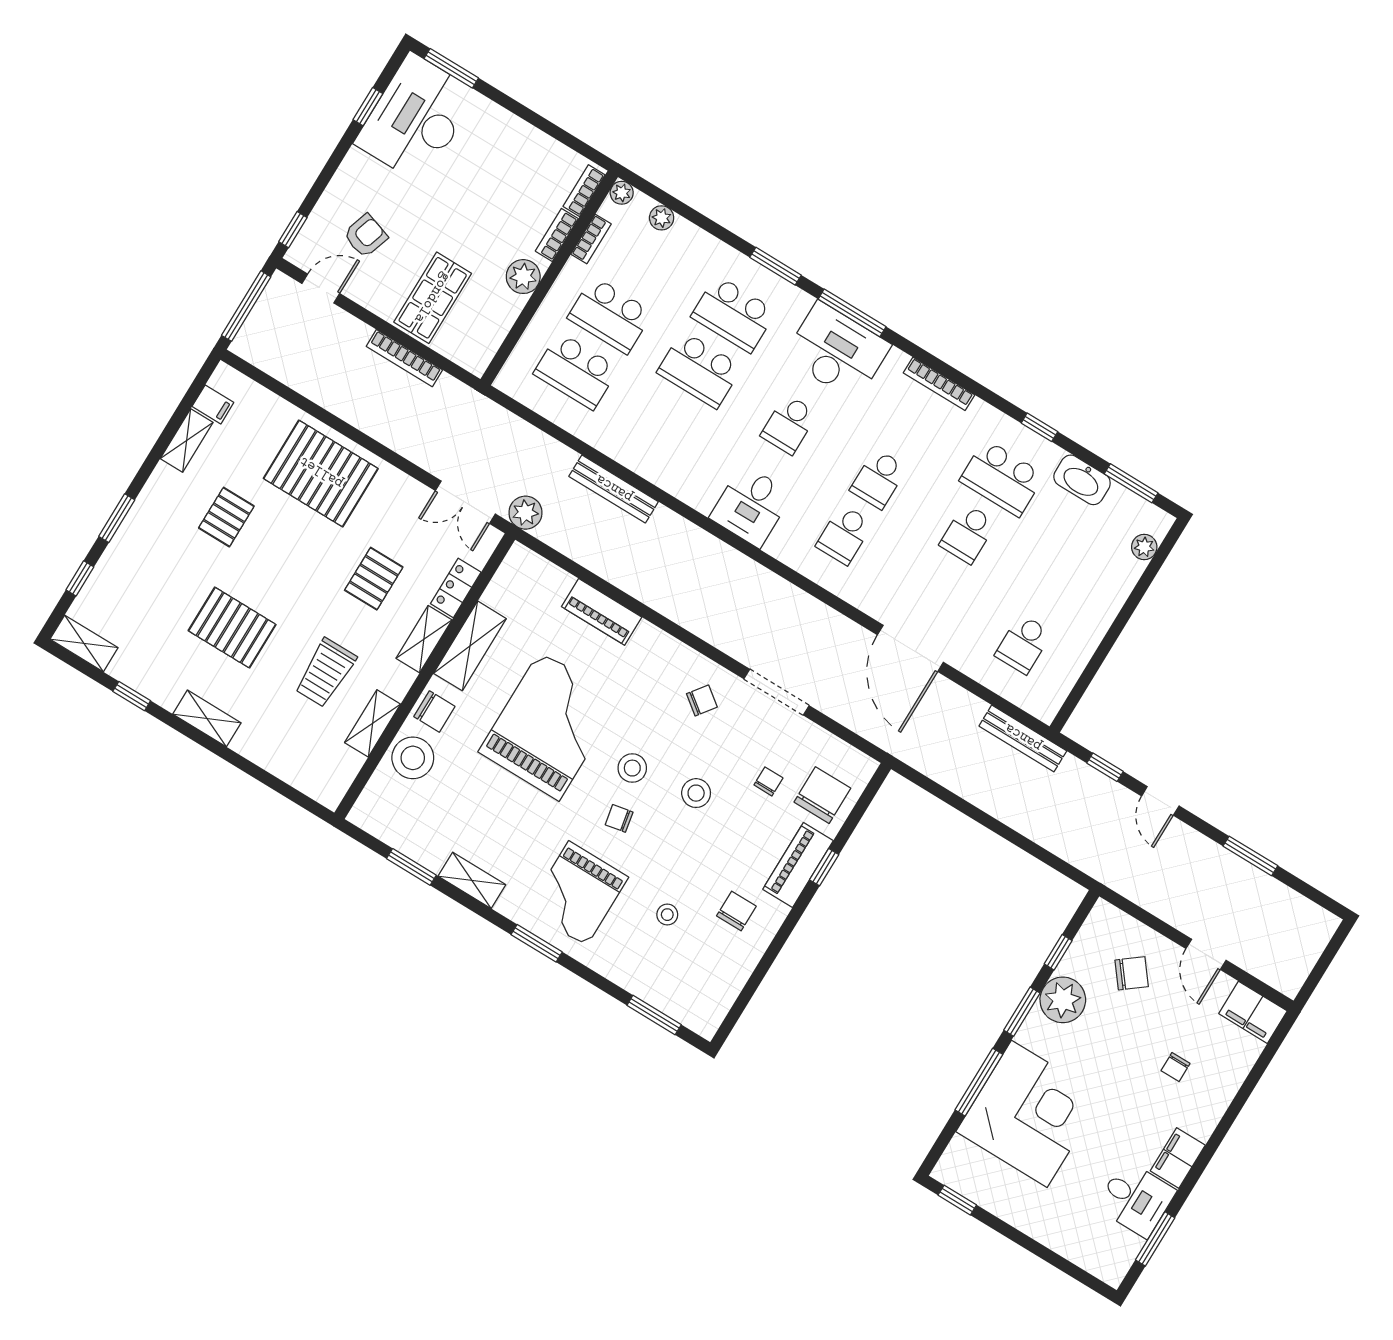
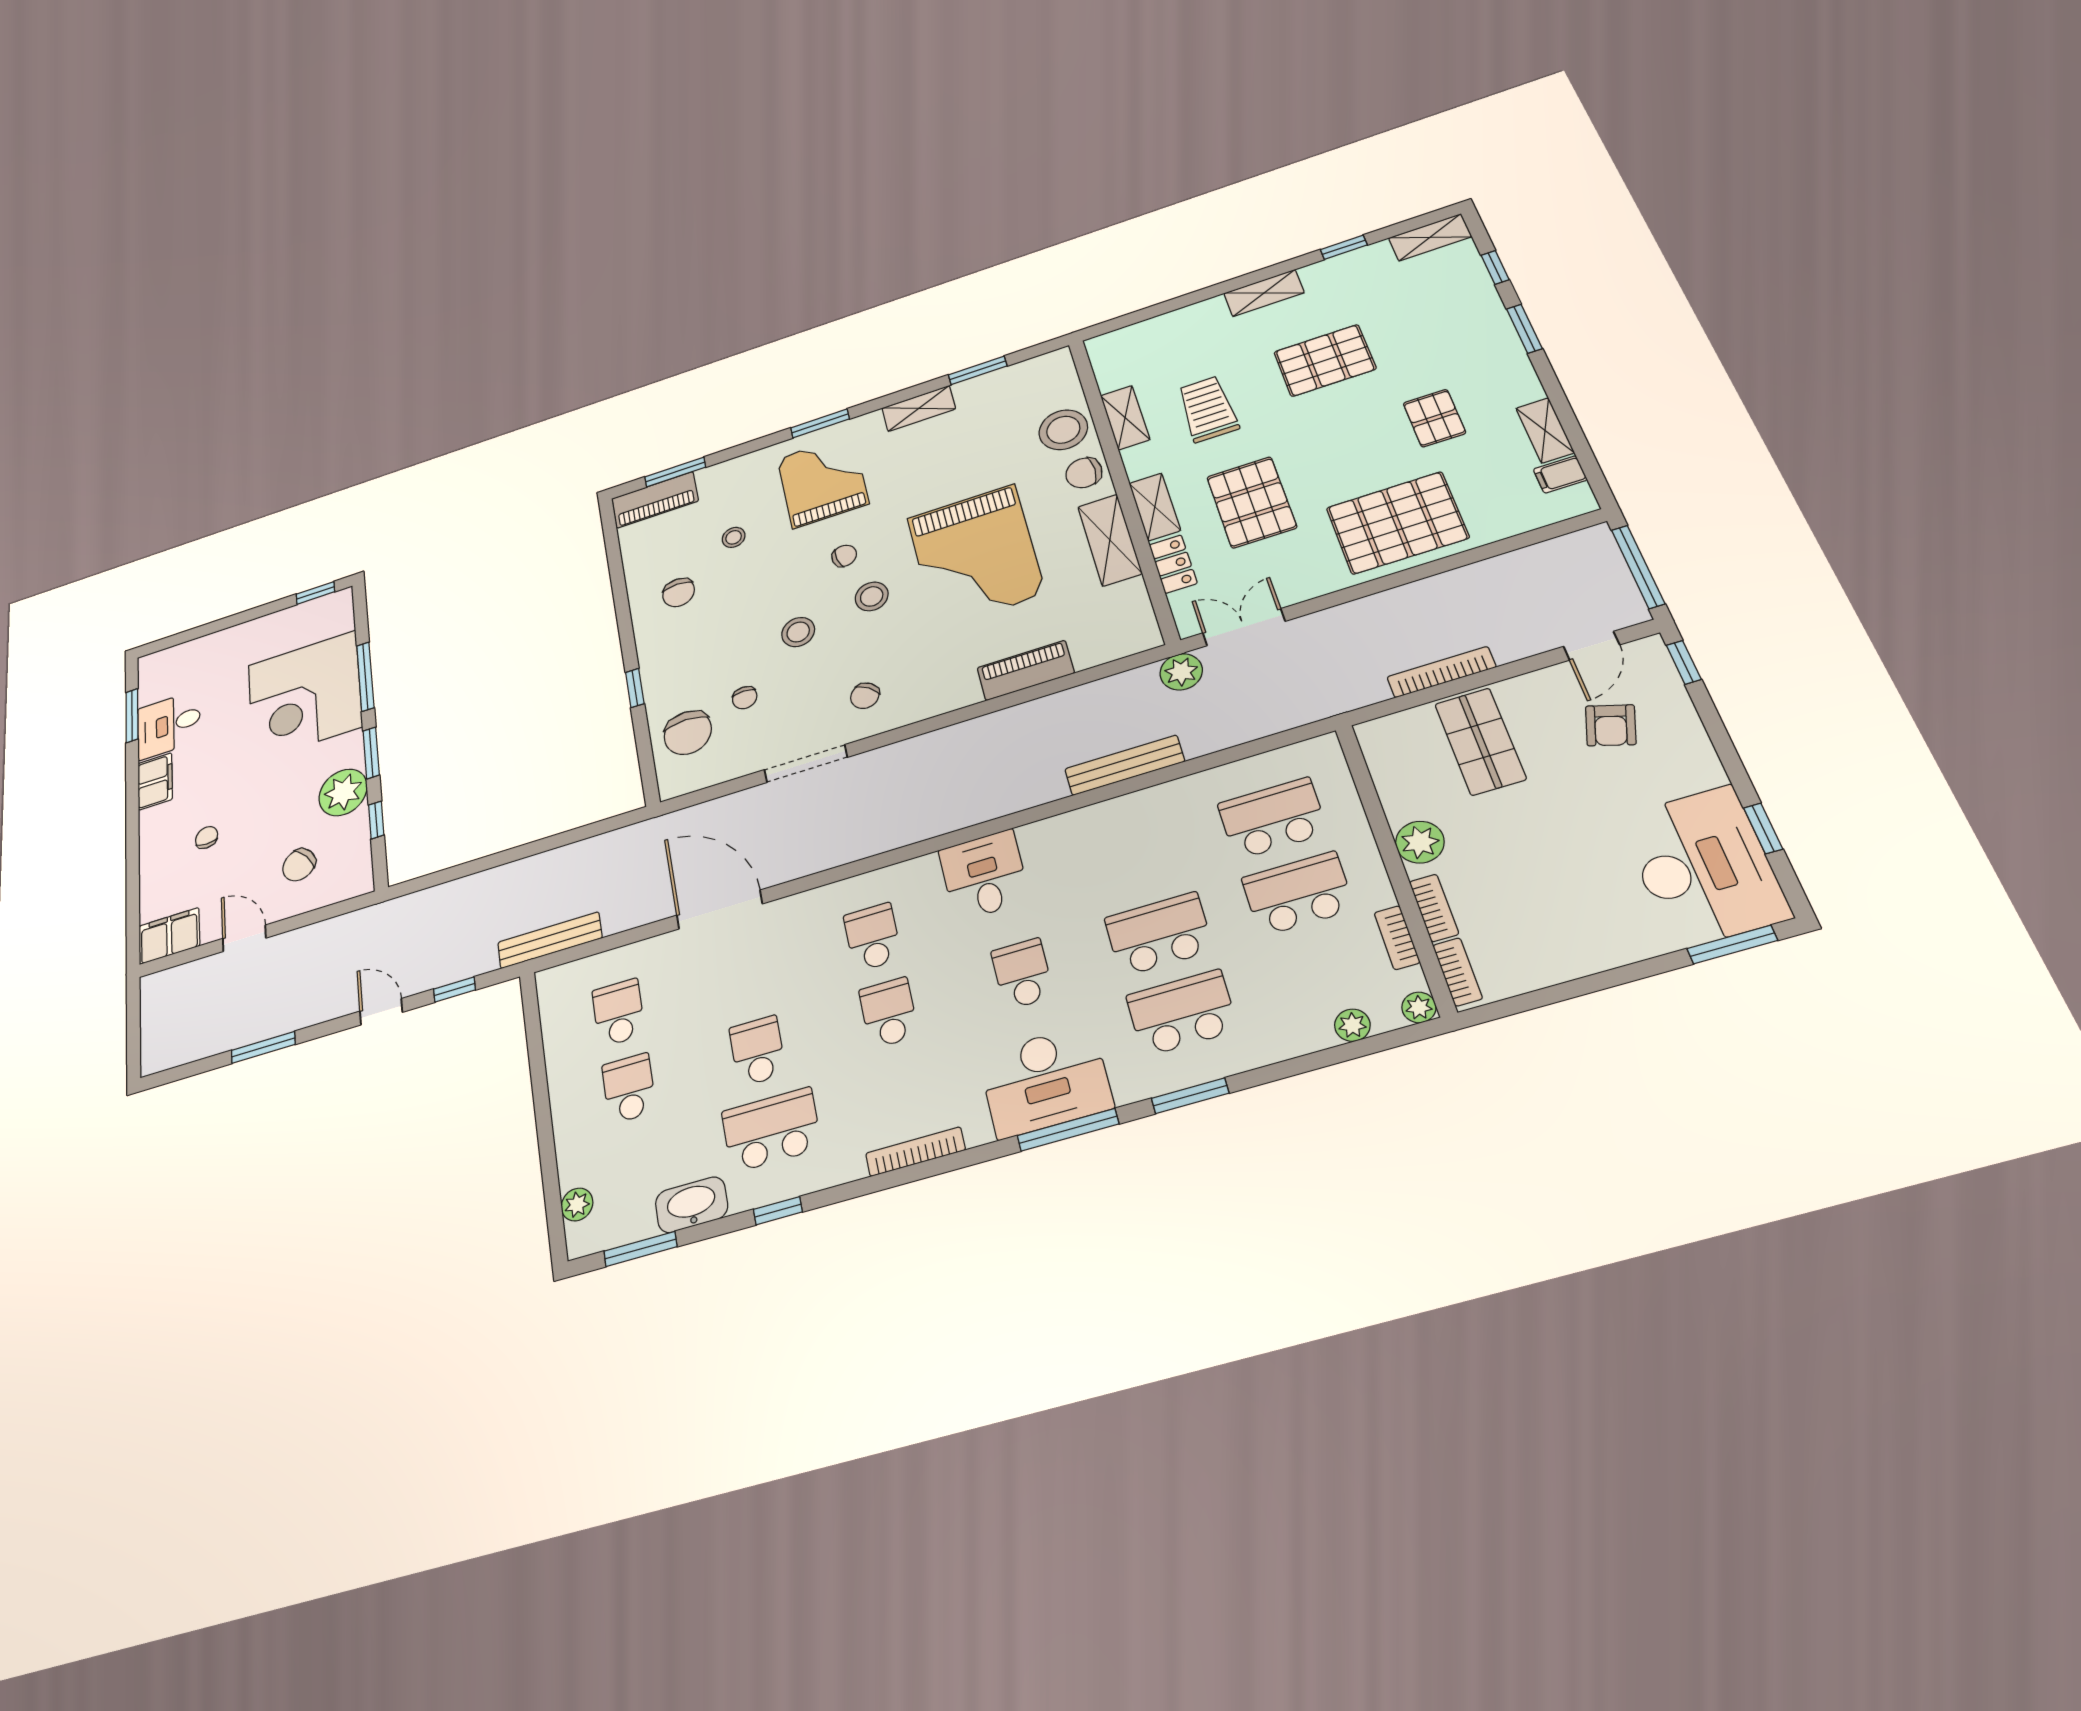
pallet: (374, 579) -> (1252, 502), width x1.50, depth x1.42
school desk: (1057, 588) -> (629, 1088), added
piano: (798, 865) -> (655, 500), moved, turned 90

